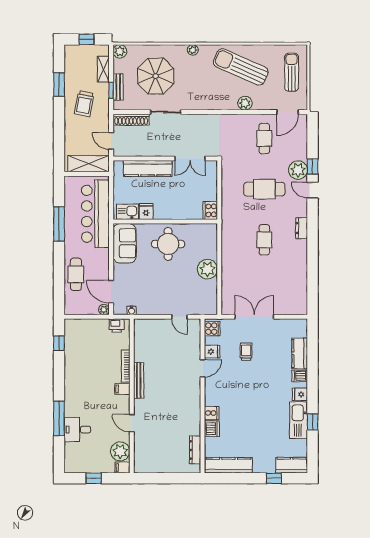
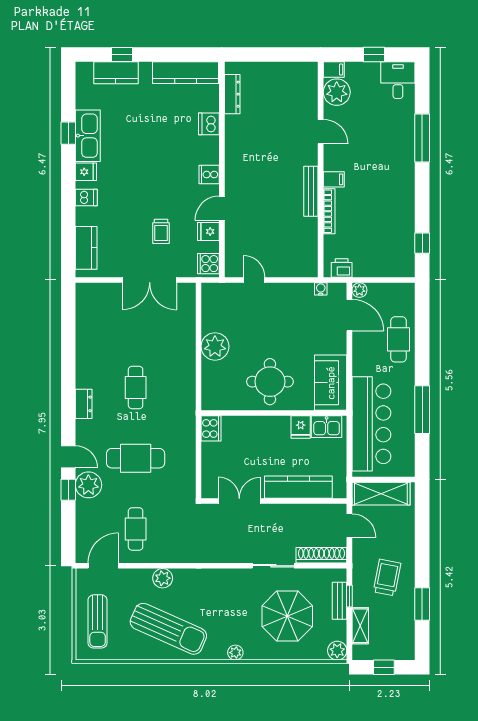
kitchen counter: (300, 353) -> (86, 248), moved
cooker: (212, 413) -> (209, 175), moved
desk: (77, 430) -> (398, 80), moved, turned -90
kitchen counter: (292, 465) -> (116, 73), moved

